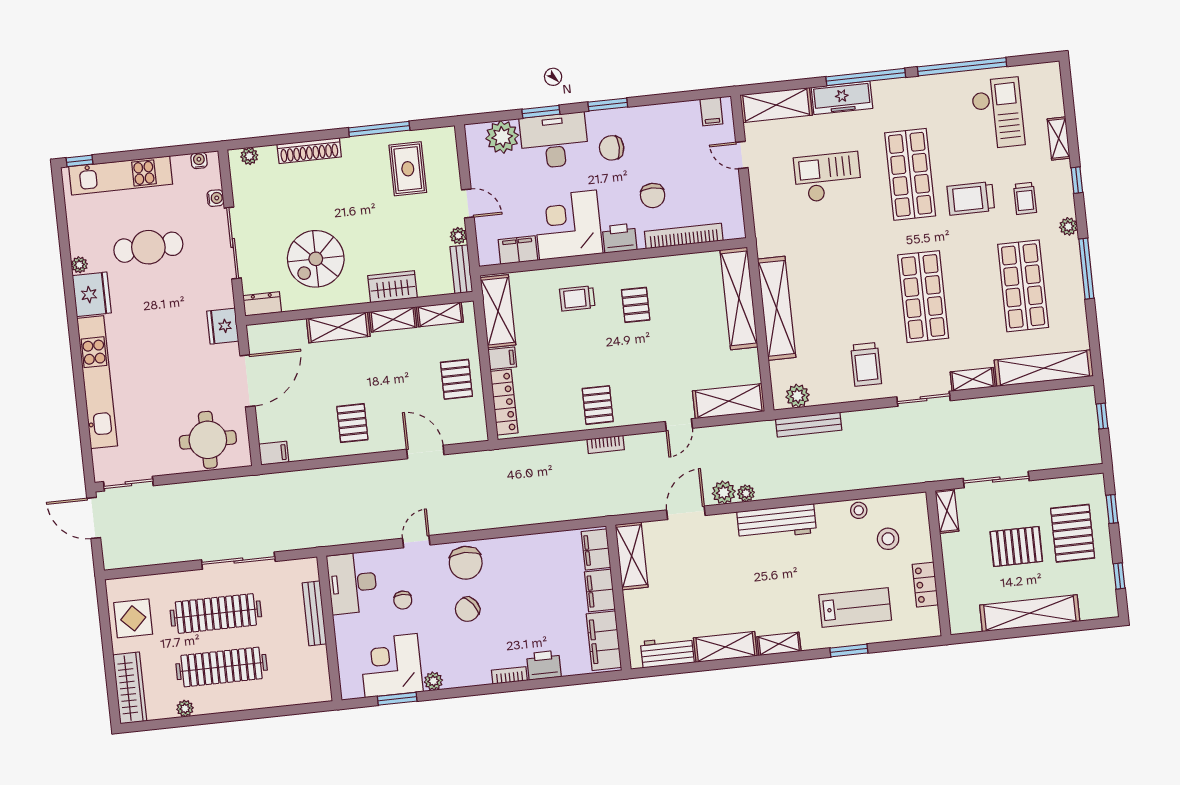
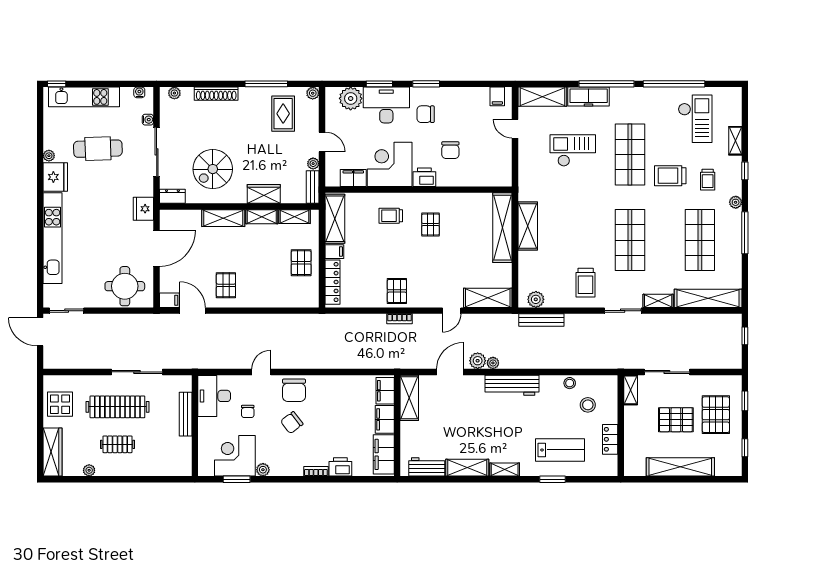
plant: (447, 135) -> (313, 93), added
bookcase: (684, 236) -> (469, 180), removed
shelving: (777, 308) -> (528, 226), width x0.68
door: (425, 452) -> (193, 311), moved
clothes rail: (222, 667) -> (117, 444), width x0.54, depth x0.76

